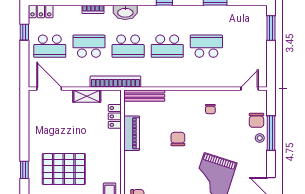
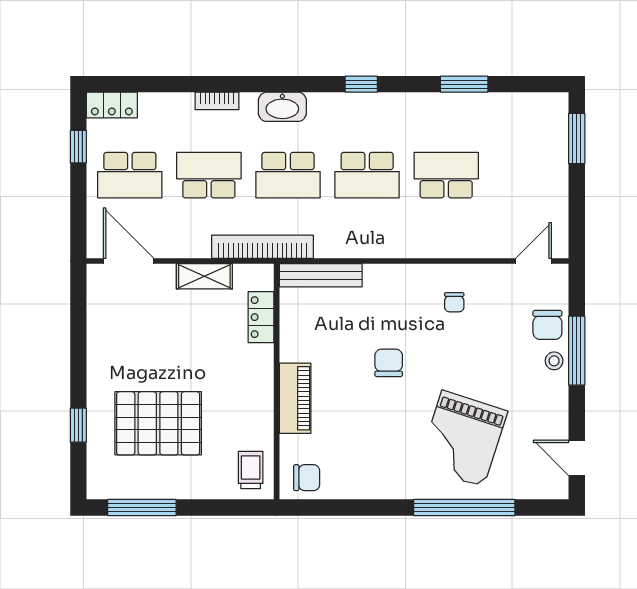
piano: (132, 133) -> (295, 398), moved

